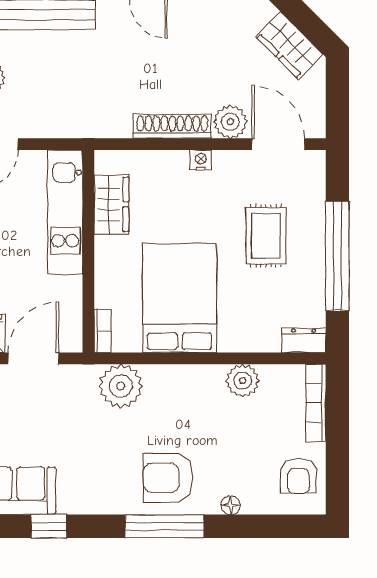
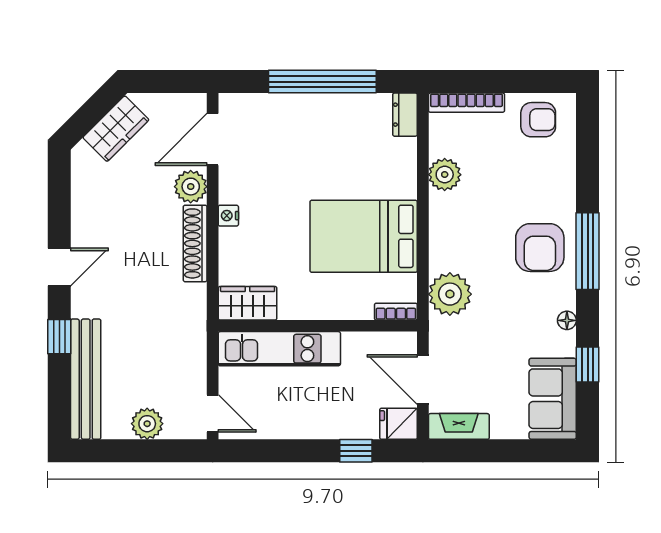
wardrobe: (111, 204) -> (248, 303), moved
rug: (266, 236) -> (303, 152), removed
floor lamp: (231, 505) -> (567, 320), moved

